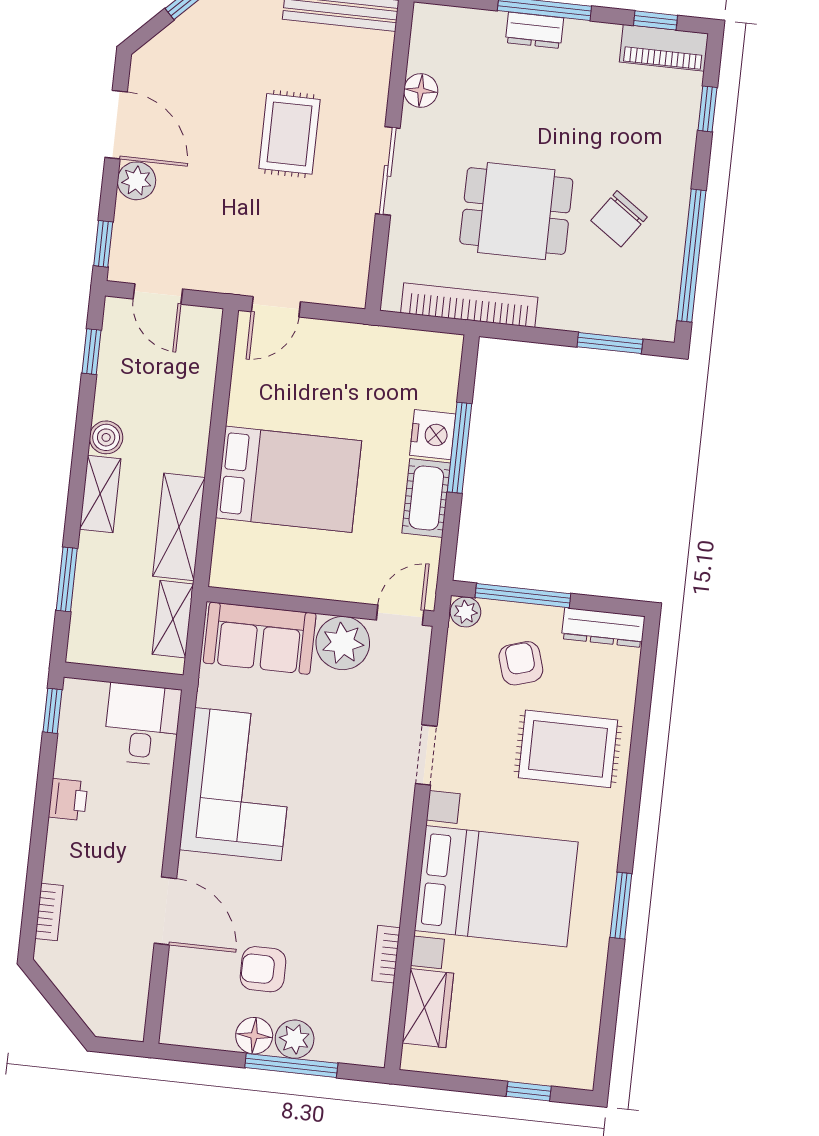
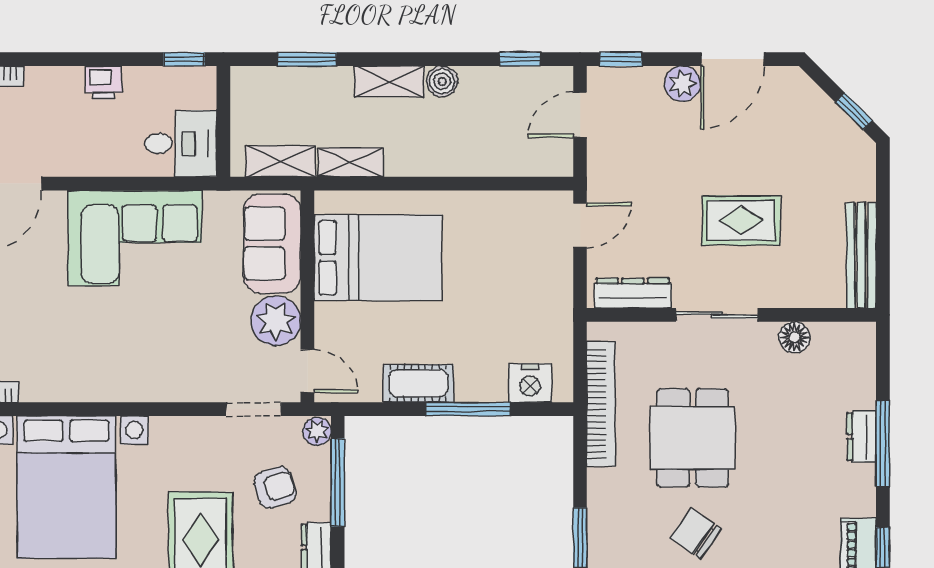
dresser: (355, 258) -> (633, 293), added
door: (276, 307) -> (580, 225), swing flipped
nightstand: (433, 435) -> (530, 383), moved
bed: (289, 479) -> (378, 258), moved, turned -90
shelving: (179, 527) -> (351, 162), width x0.67, depth x0.75
doorway: (426, 755) -> (254, 409), moved

